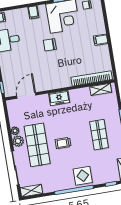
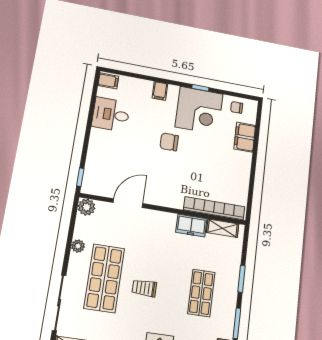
filing cabinet: (101, 40) -> (245, 137), moved, width x2.00
door: (26, 95) -> (128, 203), moved
freezer: (59, 98) -> (191, 225), moved
plant: (18, 141) -> (87, 207), moved

